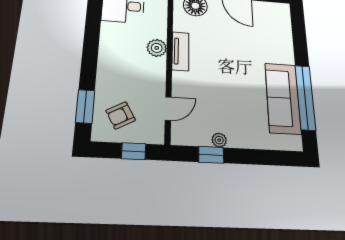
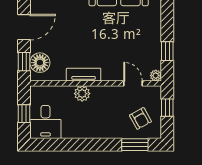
plant: (219, 140) -> (156, 76), moved

